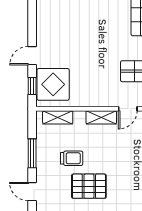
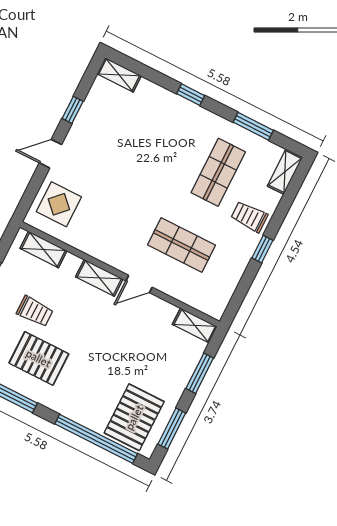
display table: (53, 84) -> (59, 204), width x0.73, depth x0.73
window: (32, 86) -> (73, 110), moved

